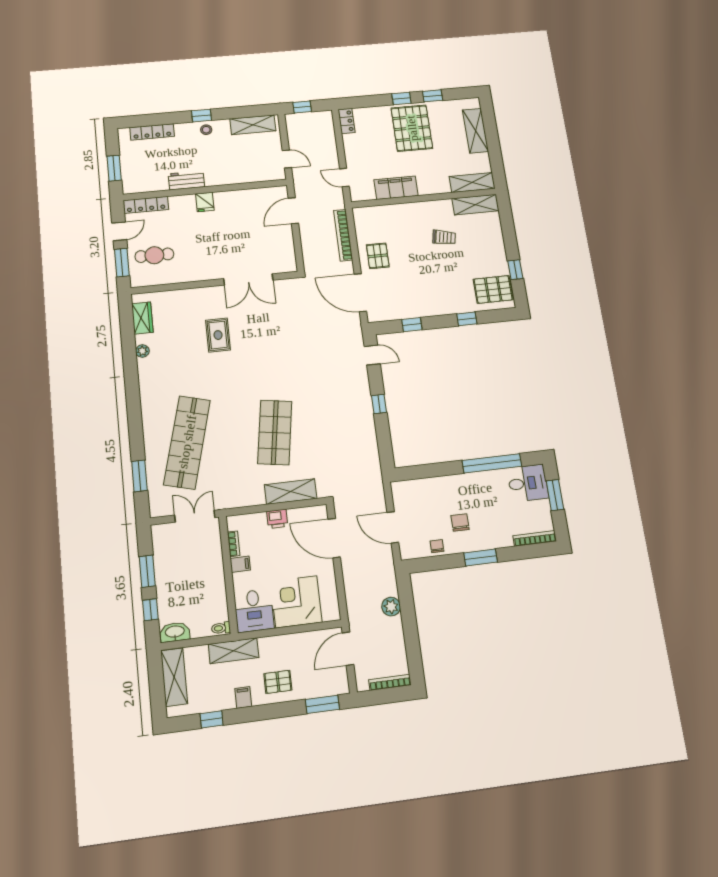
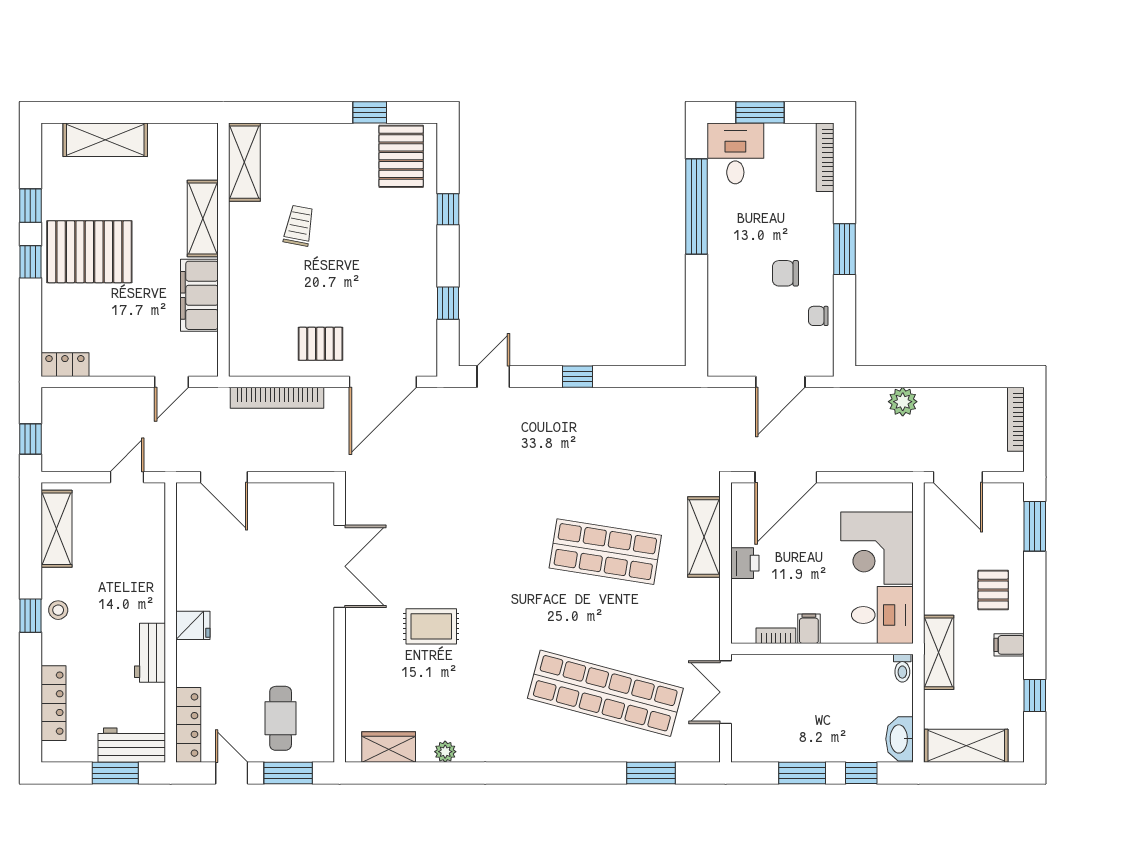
workbench: (131, 176) -> (132, 745), added
shelving: (472, 183) -> (203, 219), moved

